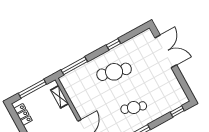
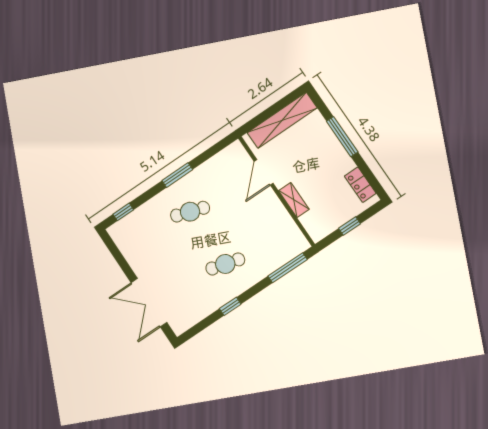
cafe table: (114, 72) -> (225, 264), width x0.73, depth x0.74
window: (32, 89) -> (350, 226), width x0.46
shelving: (60, 97) -> (294, 200), moved

